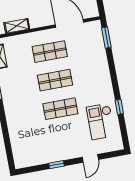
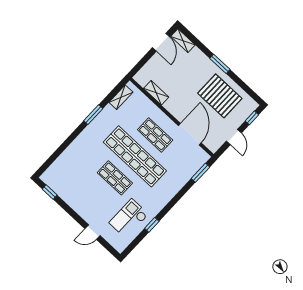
shop shelf: (55, 80) -> (135, 156), width x2.00, depth x1.36
window: (56, 165) -> (50, 192), moved

